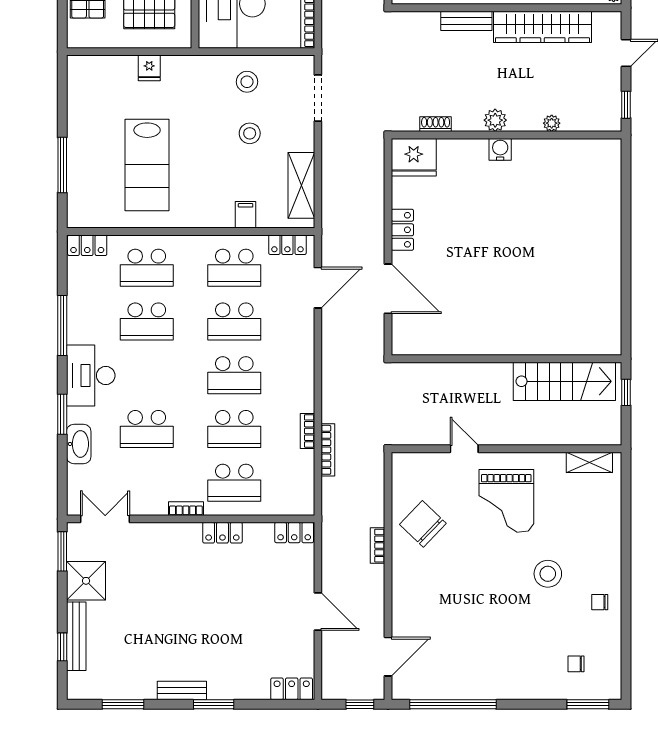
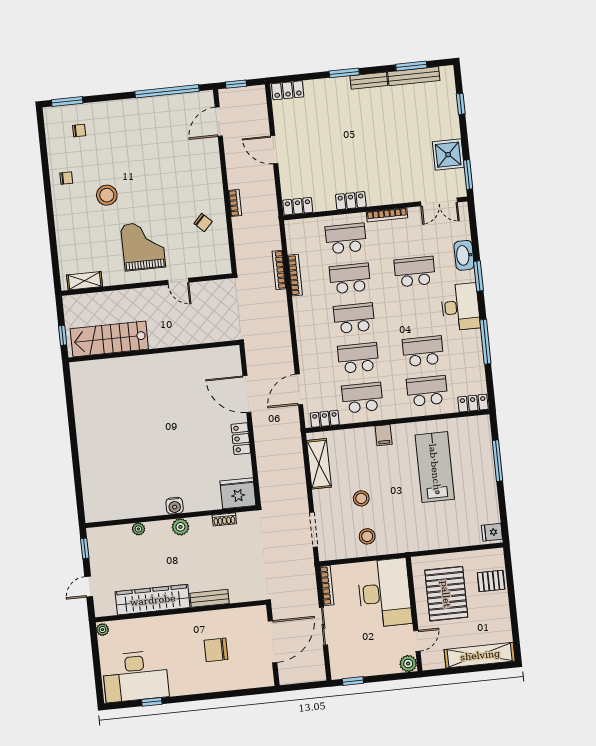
fridge: (149, 68) -> (492, 532), moved, turned -90
filing cabinet: (246, 215) -> (384, 435), moved
bookcase: (307, 431) -> (295, 275), width x1.56
bookcase: (186, 509) -> (387, 215), width x1.56
chair: (423, 524) -> (203, 222), width x0.54, depth x0.54
bench: (76, 636) -> (414, 76), moved, turned 90

